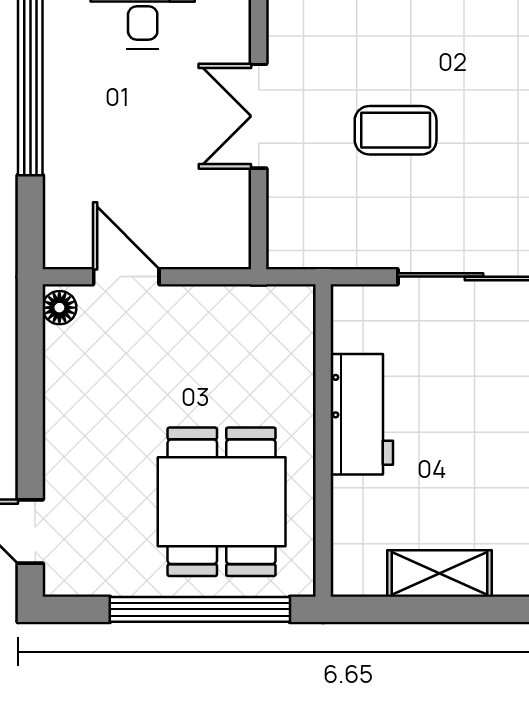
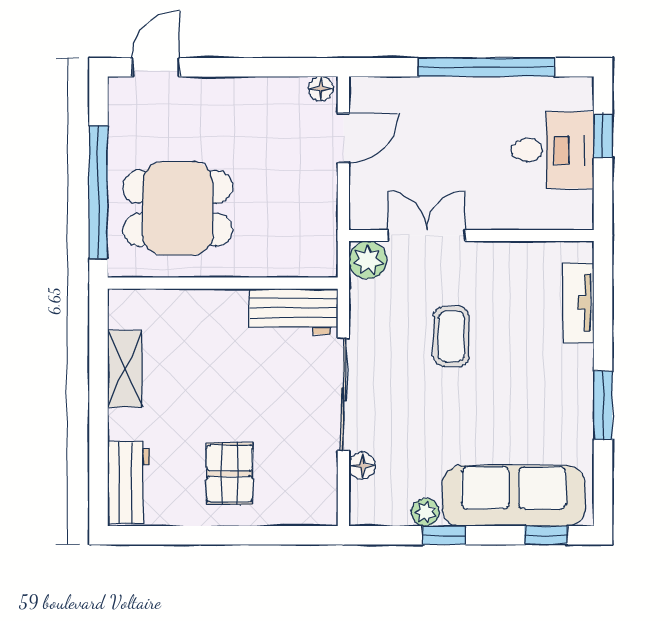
double door: (259, 116) -> (426, 235), moved
plant: (292, 244) -> (368, 260), added
workbench: (362, 414) -> (294, 311), moved

